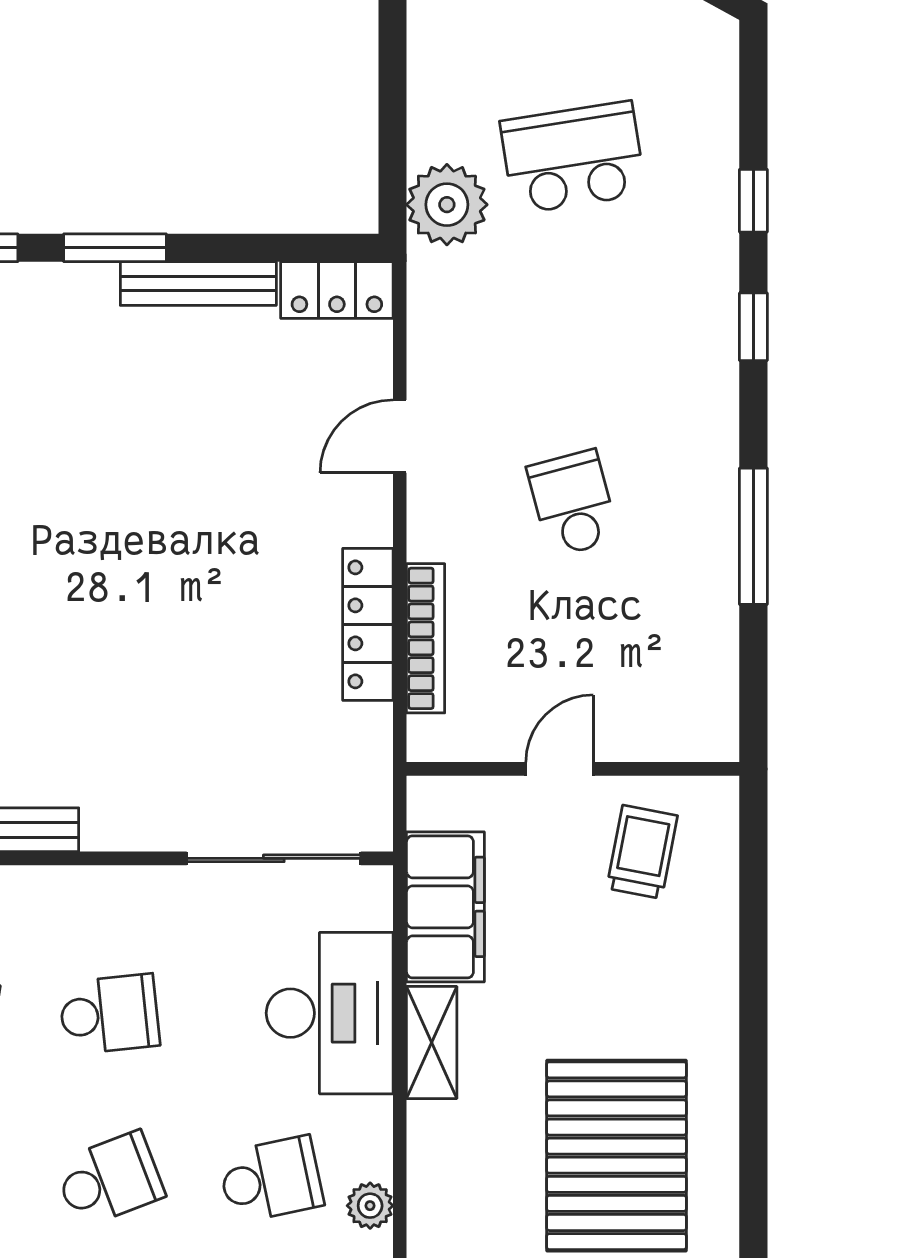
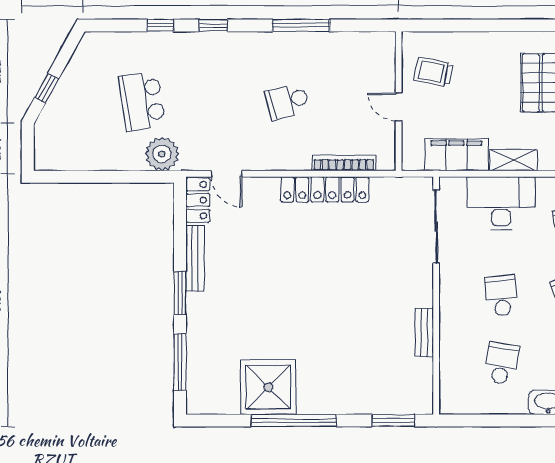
door: (400, 436) -> (227, 174), moved
locker: (368, 624) -> (325, 189), width x1.41, depth x1.21

